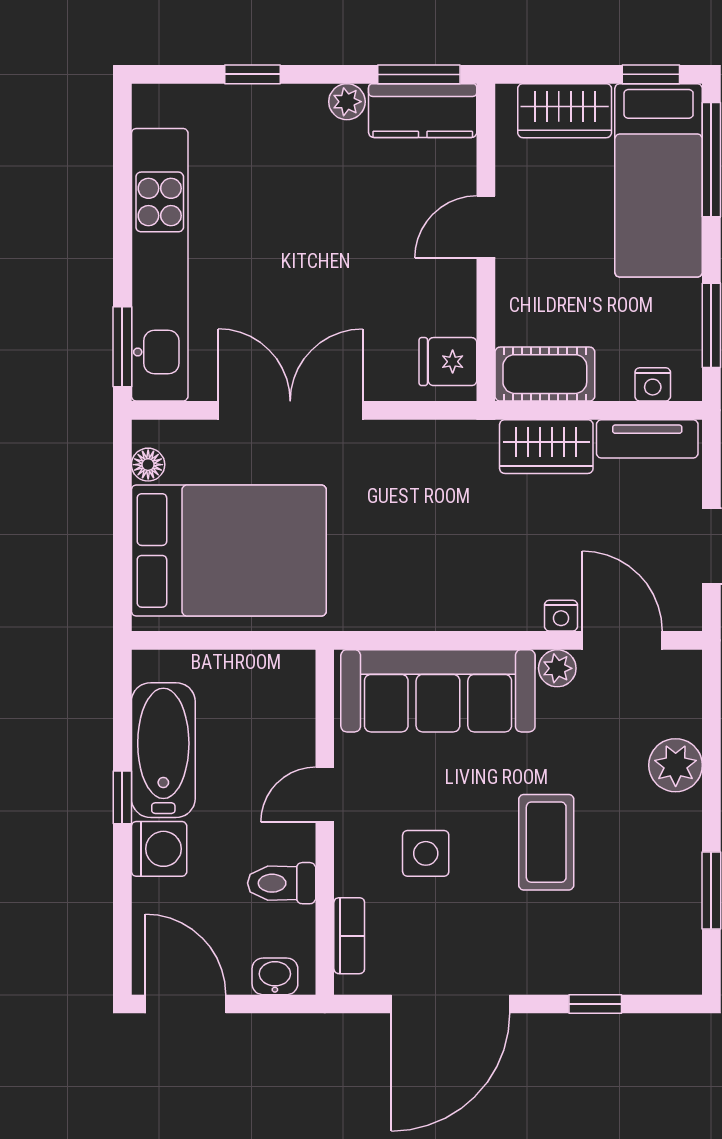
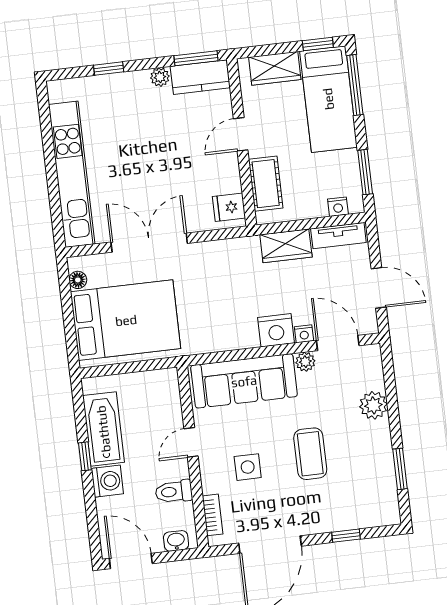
window: (122, 347) -> (57, 220), removed
cot: (545, 374) -> (266, 184), moved, turned 90
nightstand: (509, 603) -> (276, 330), added

